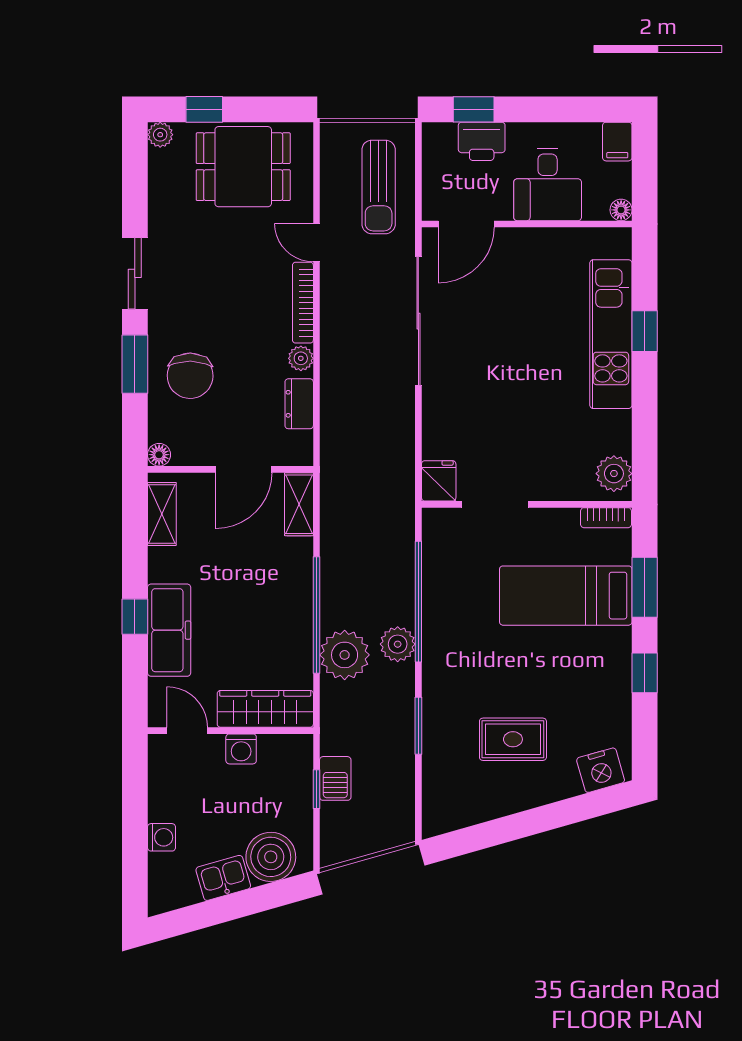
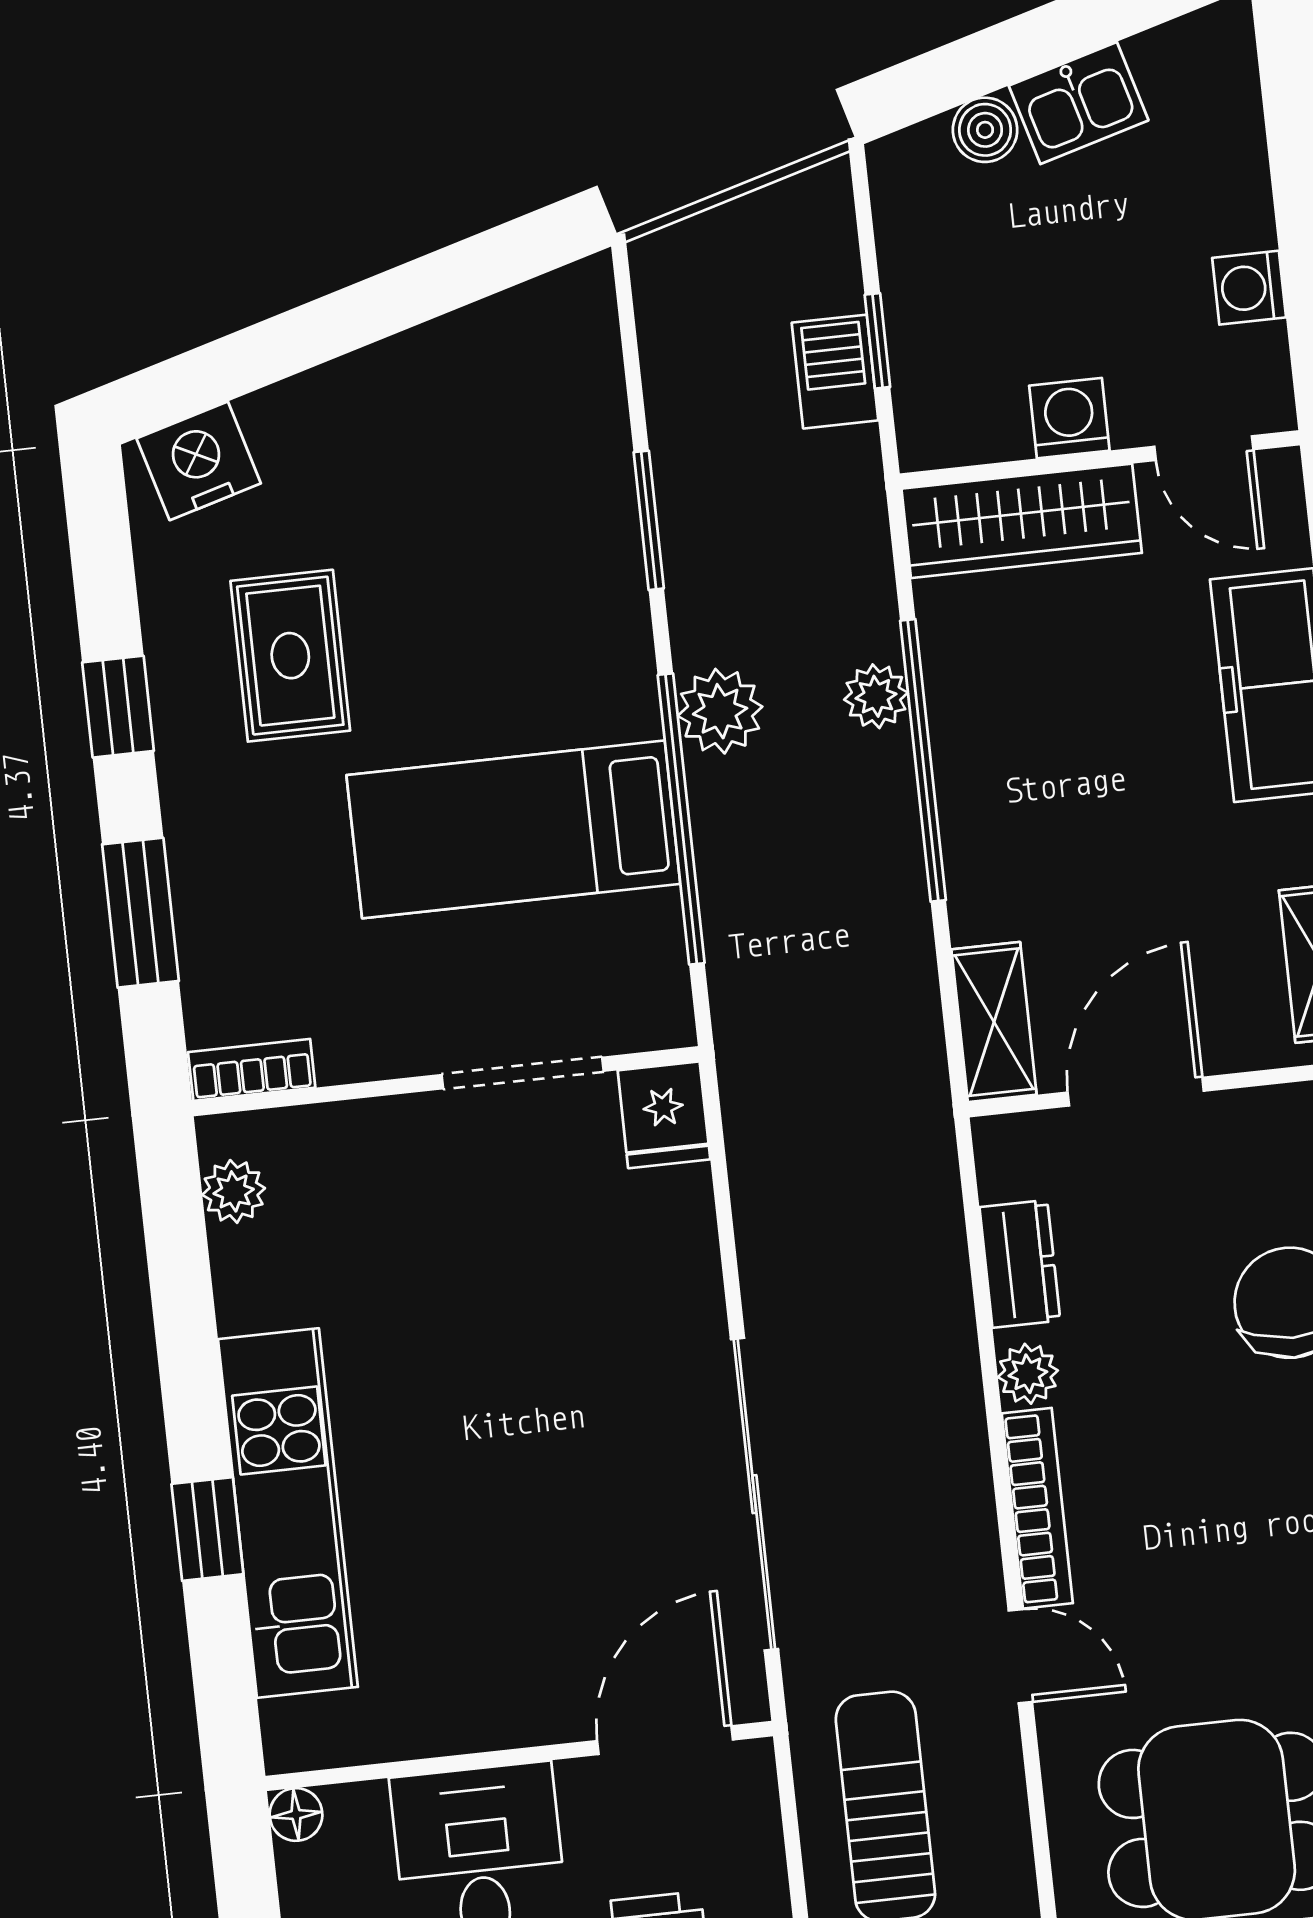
plant: (614, 474) -> (234, 1191), width x0.73, depth x0.73
bed: (566, 596) -> (513, 829), moved, turned 180
plant: (345, 655) -> (876, 696), width x0.53, depth x0.53
rug: (513, 739) -> (290, 656), moved, turned 90
washing machine: (161, 837) -> (1249, 288), moved
boiler: (271, 857) -> (985, 130), width x0.54, depth x0.54

